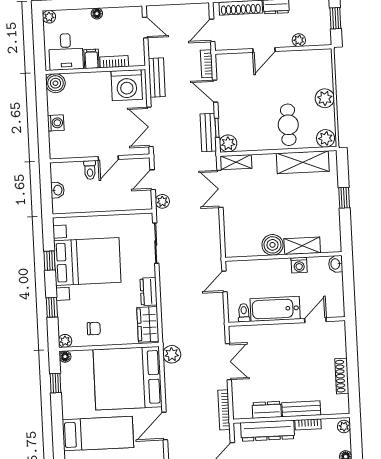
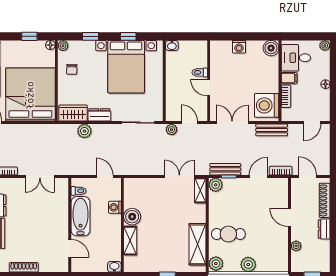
washbasin: (57, 190) -> (172, 45), moved
washing machine: (299, 265) -> (115, 207), moved
plant: (172, 354) -> (84, 131), moved

